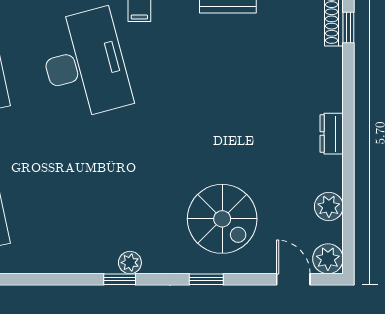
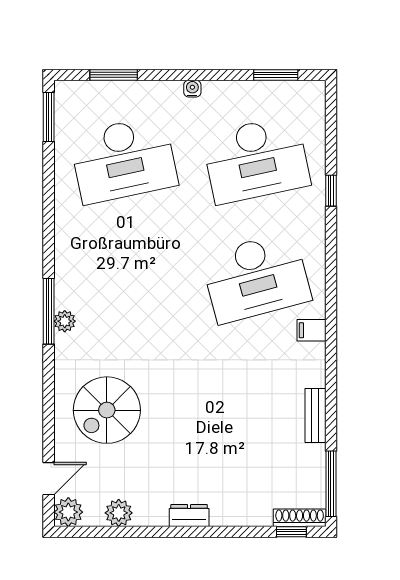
window: (120, 279) -> (49, 311), width x2.17
window: (206, 279) -> (49, 395), removed

